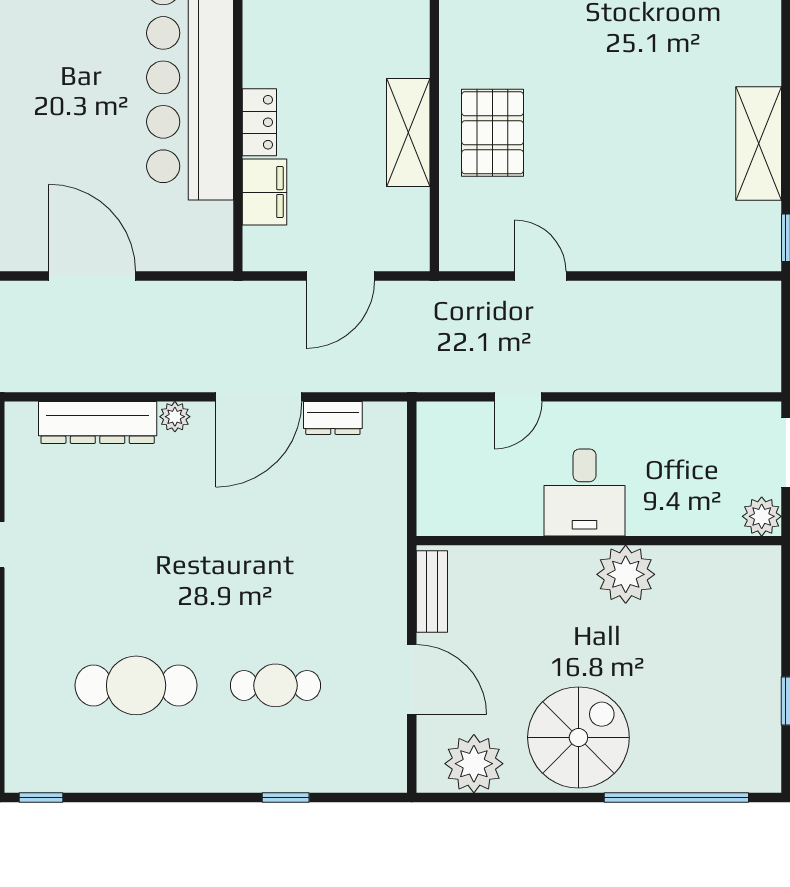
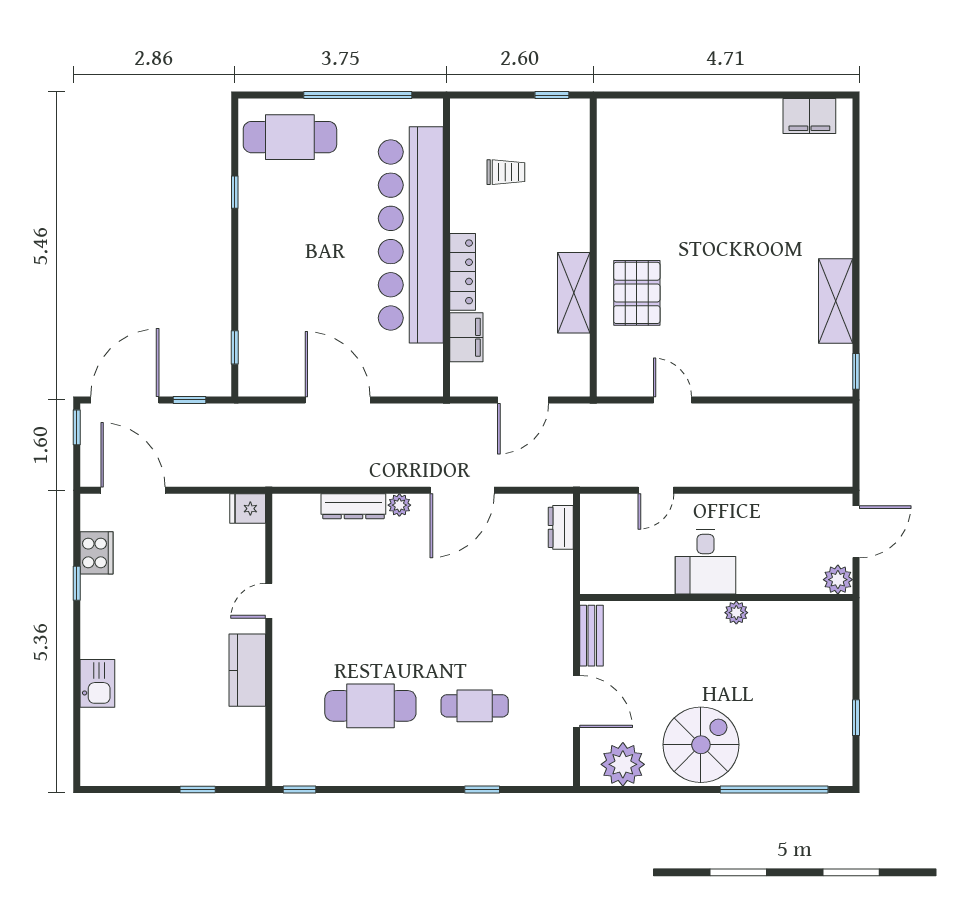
locker: (259, 122) -> (463, 272), width x1.53
dresser: (333, 418) -> (561, 527), moved, turned 90
dresser: (98, 423) -> (353, 506), width x0.73, depth x0.80
plant: (626, 574) -> (736, 613), width x0.53, depth x0.53

